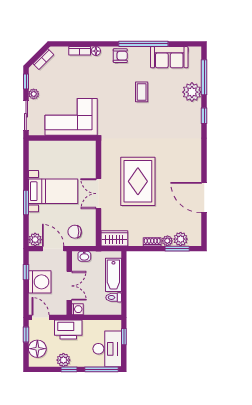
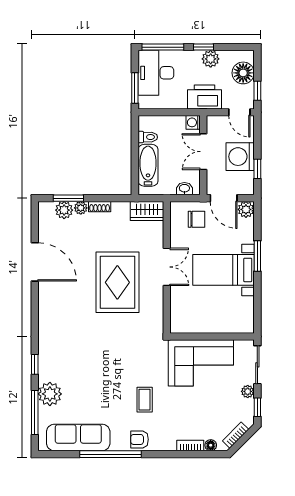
floor lamp: (96, 51) -> (211, 445), moved
sofa: (169, 57) -> (78, 437), width x1.36
coffee table: (142, 92) -> (145, 400), moved
window: (124, 337) -> (135, 88), width x1.50

